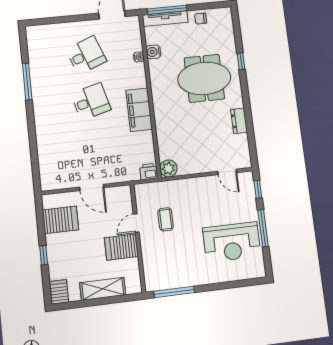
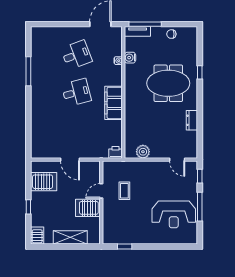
tv unit: (165, 19) -> (138, 31), width x0.71
plant: (168, 168) -> (143, 152), moved
window: (174, 292) -> (125, 246), width x0.46

